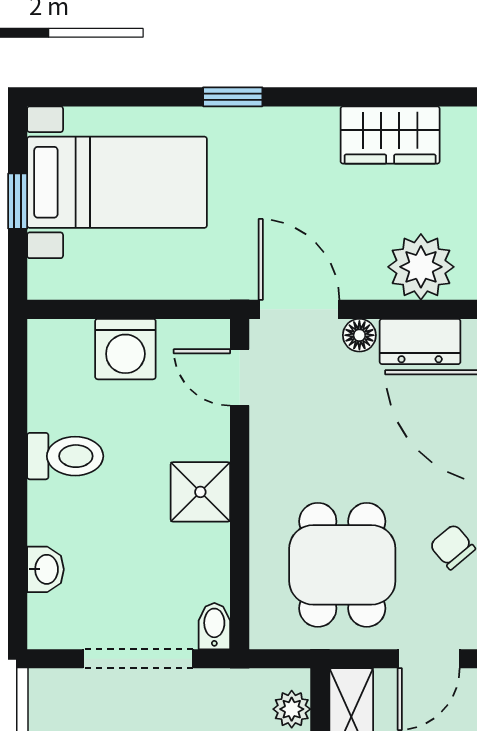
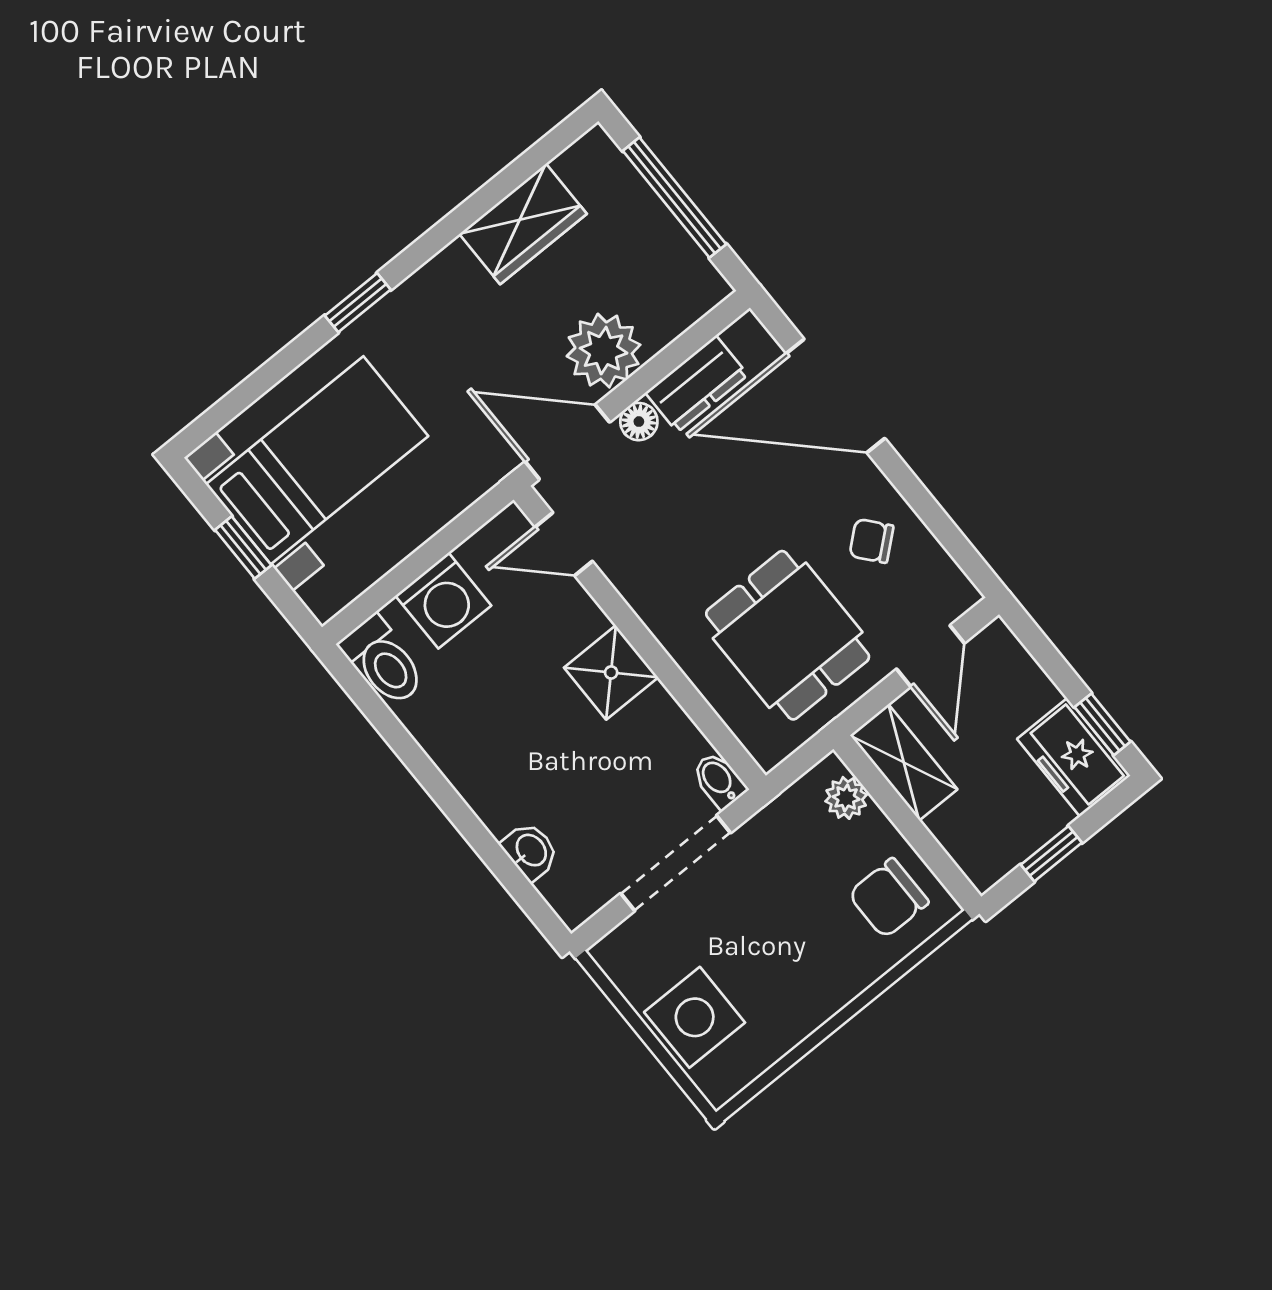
plant: (421, 267) -> (604, 351), moved
toilet: (65, 456) -> (383, 661), moved, turned 90

